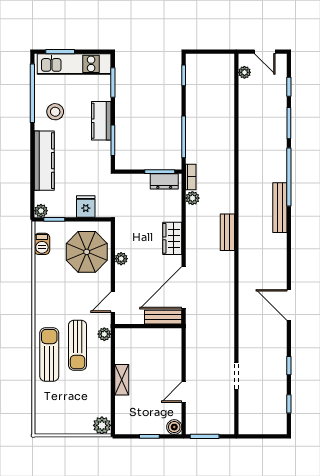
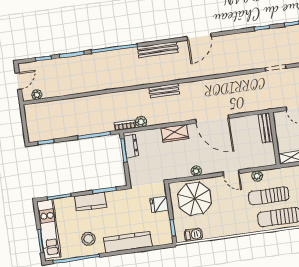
bench: (280, 208) -> (158, 50), moved
plant: (41, 211) -> (167, 239), removed
door: (289, 305) -> (199, 37), moved
bench: (163, 317) -> (266, 128), moved
wall: (148, 326) -> (275, 139), moved
sun lounger: (78, 345) -> (269, 196), turned 180

